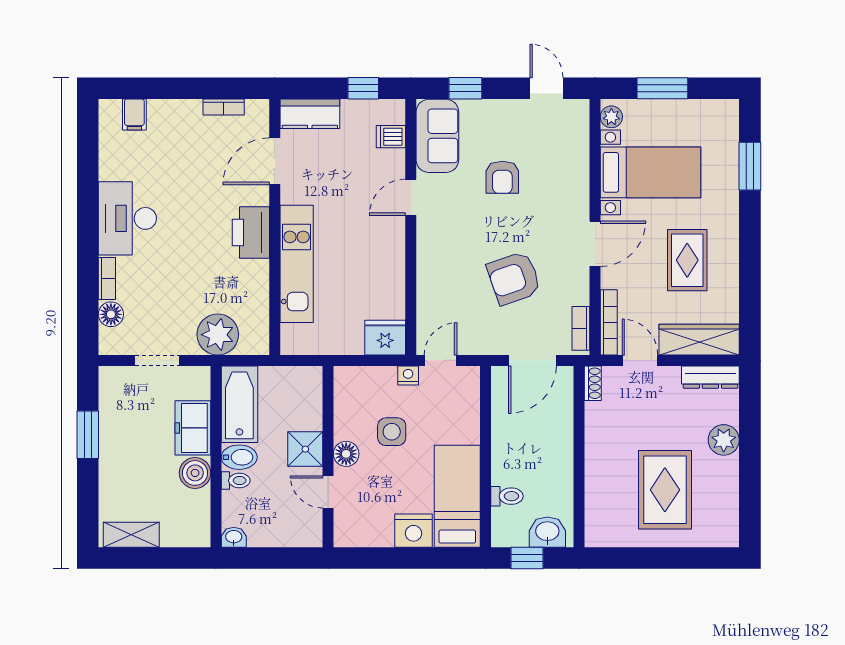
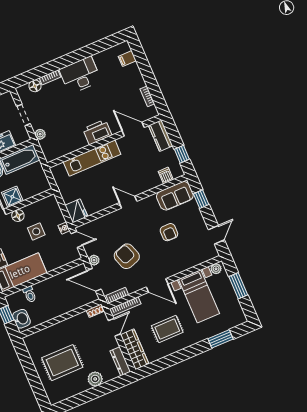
armchair: (502, 177) -> (169, 232), turned -90
door: (411, 197) -> (128, 202), moved
plant: (218, 335) -> (40, 134), width x0.53, depth x0.53
plant: (494, 344) -> (94, 260), added

